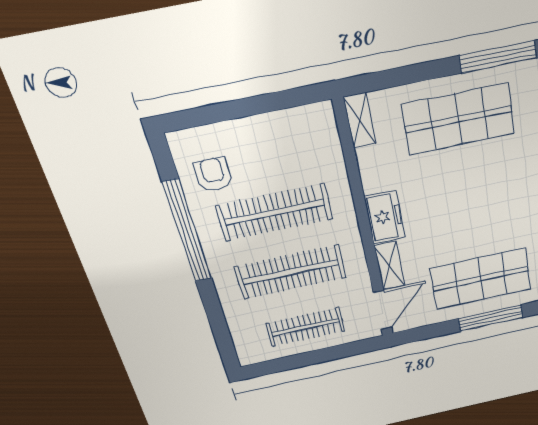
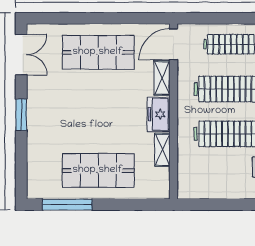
shelving: (360, 120) -> (162, 150), moved
window: (491, 318) -> (95, 18), removed

